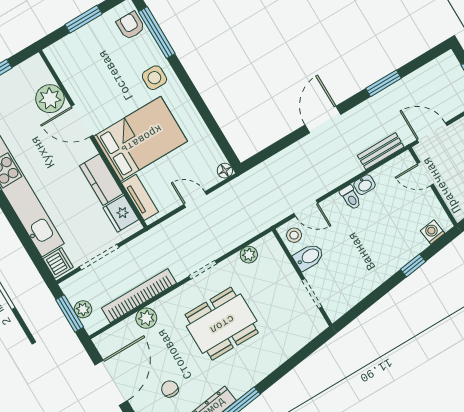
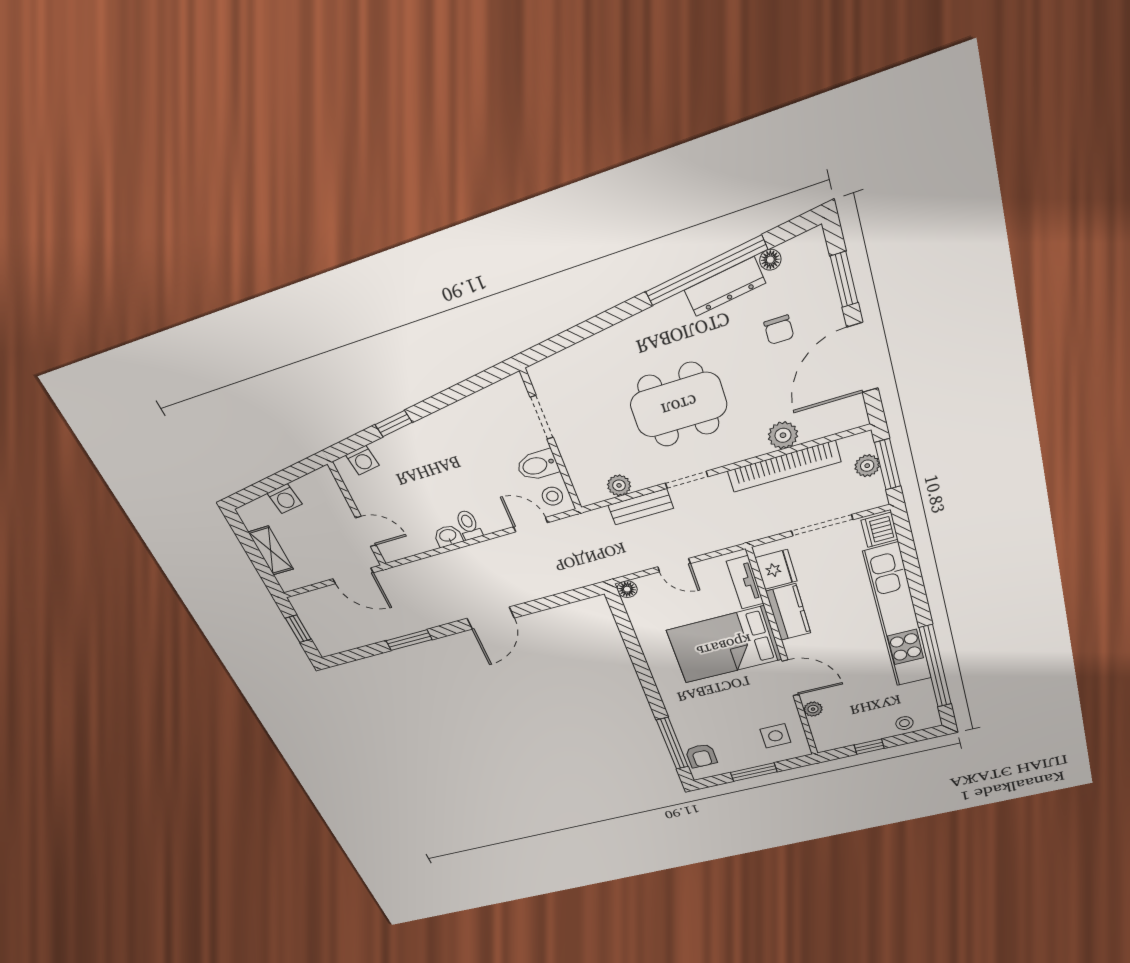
side table: (154, 78) -> (775, 736), moved
plant: (50, 99) -> (813, 709), width x0.53, depth x0.53
bench: (381, 151) -> (641, 507), moved

